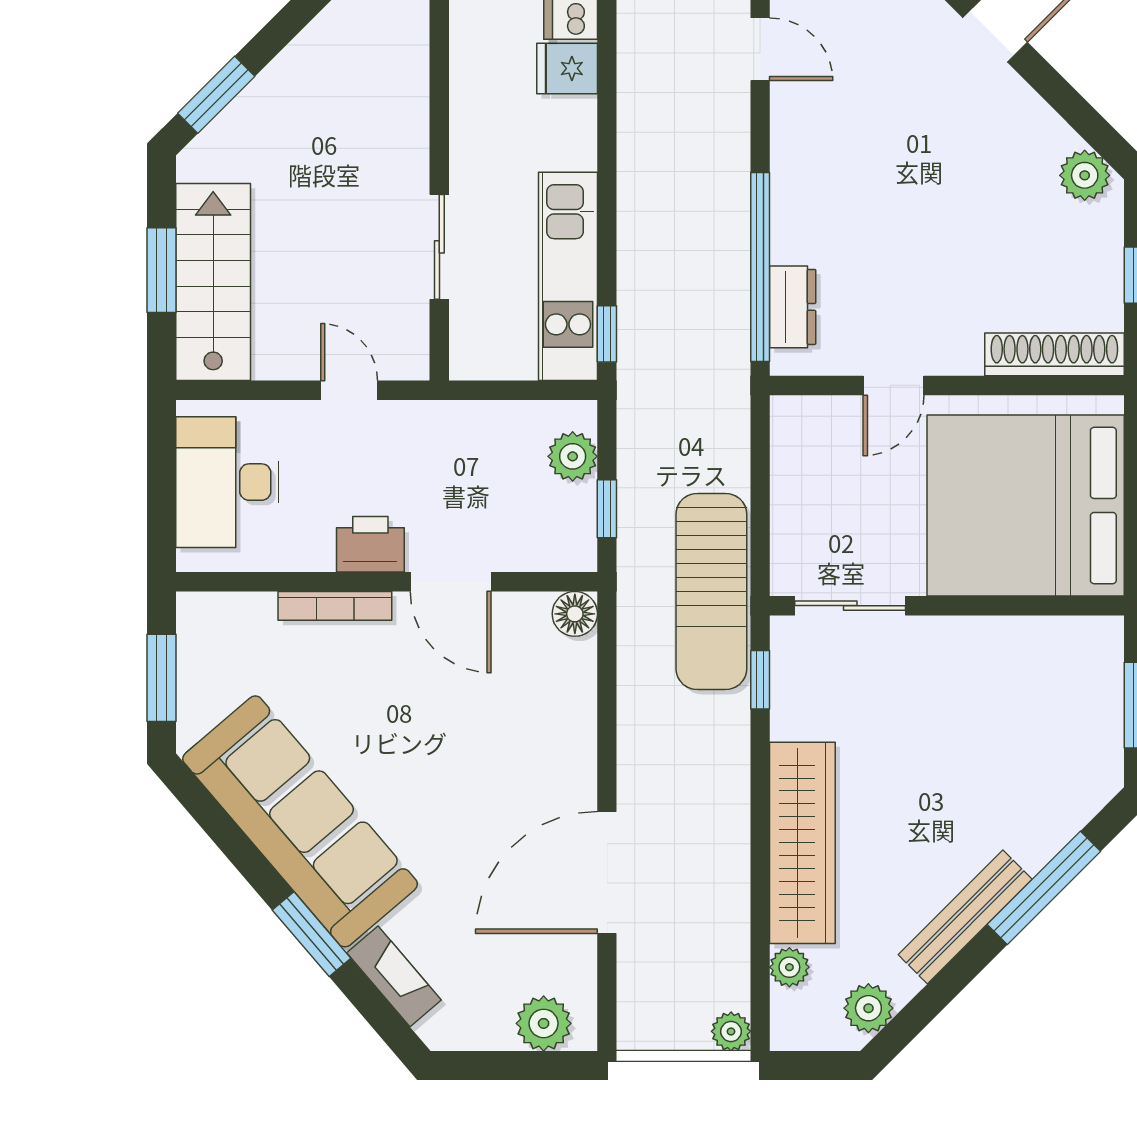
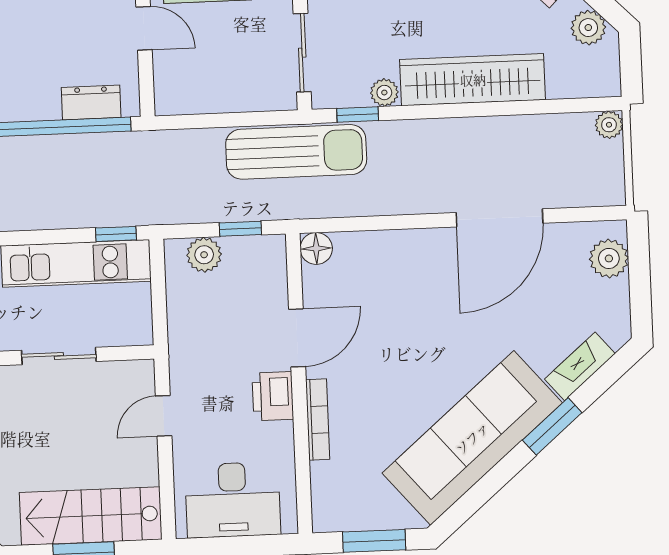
door: (607, 873) -> (499, 218), hinge flipped
plant: (789, 967) -> (384, 93), moved

